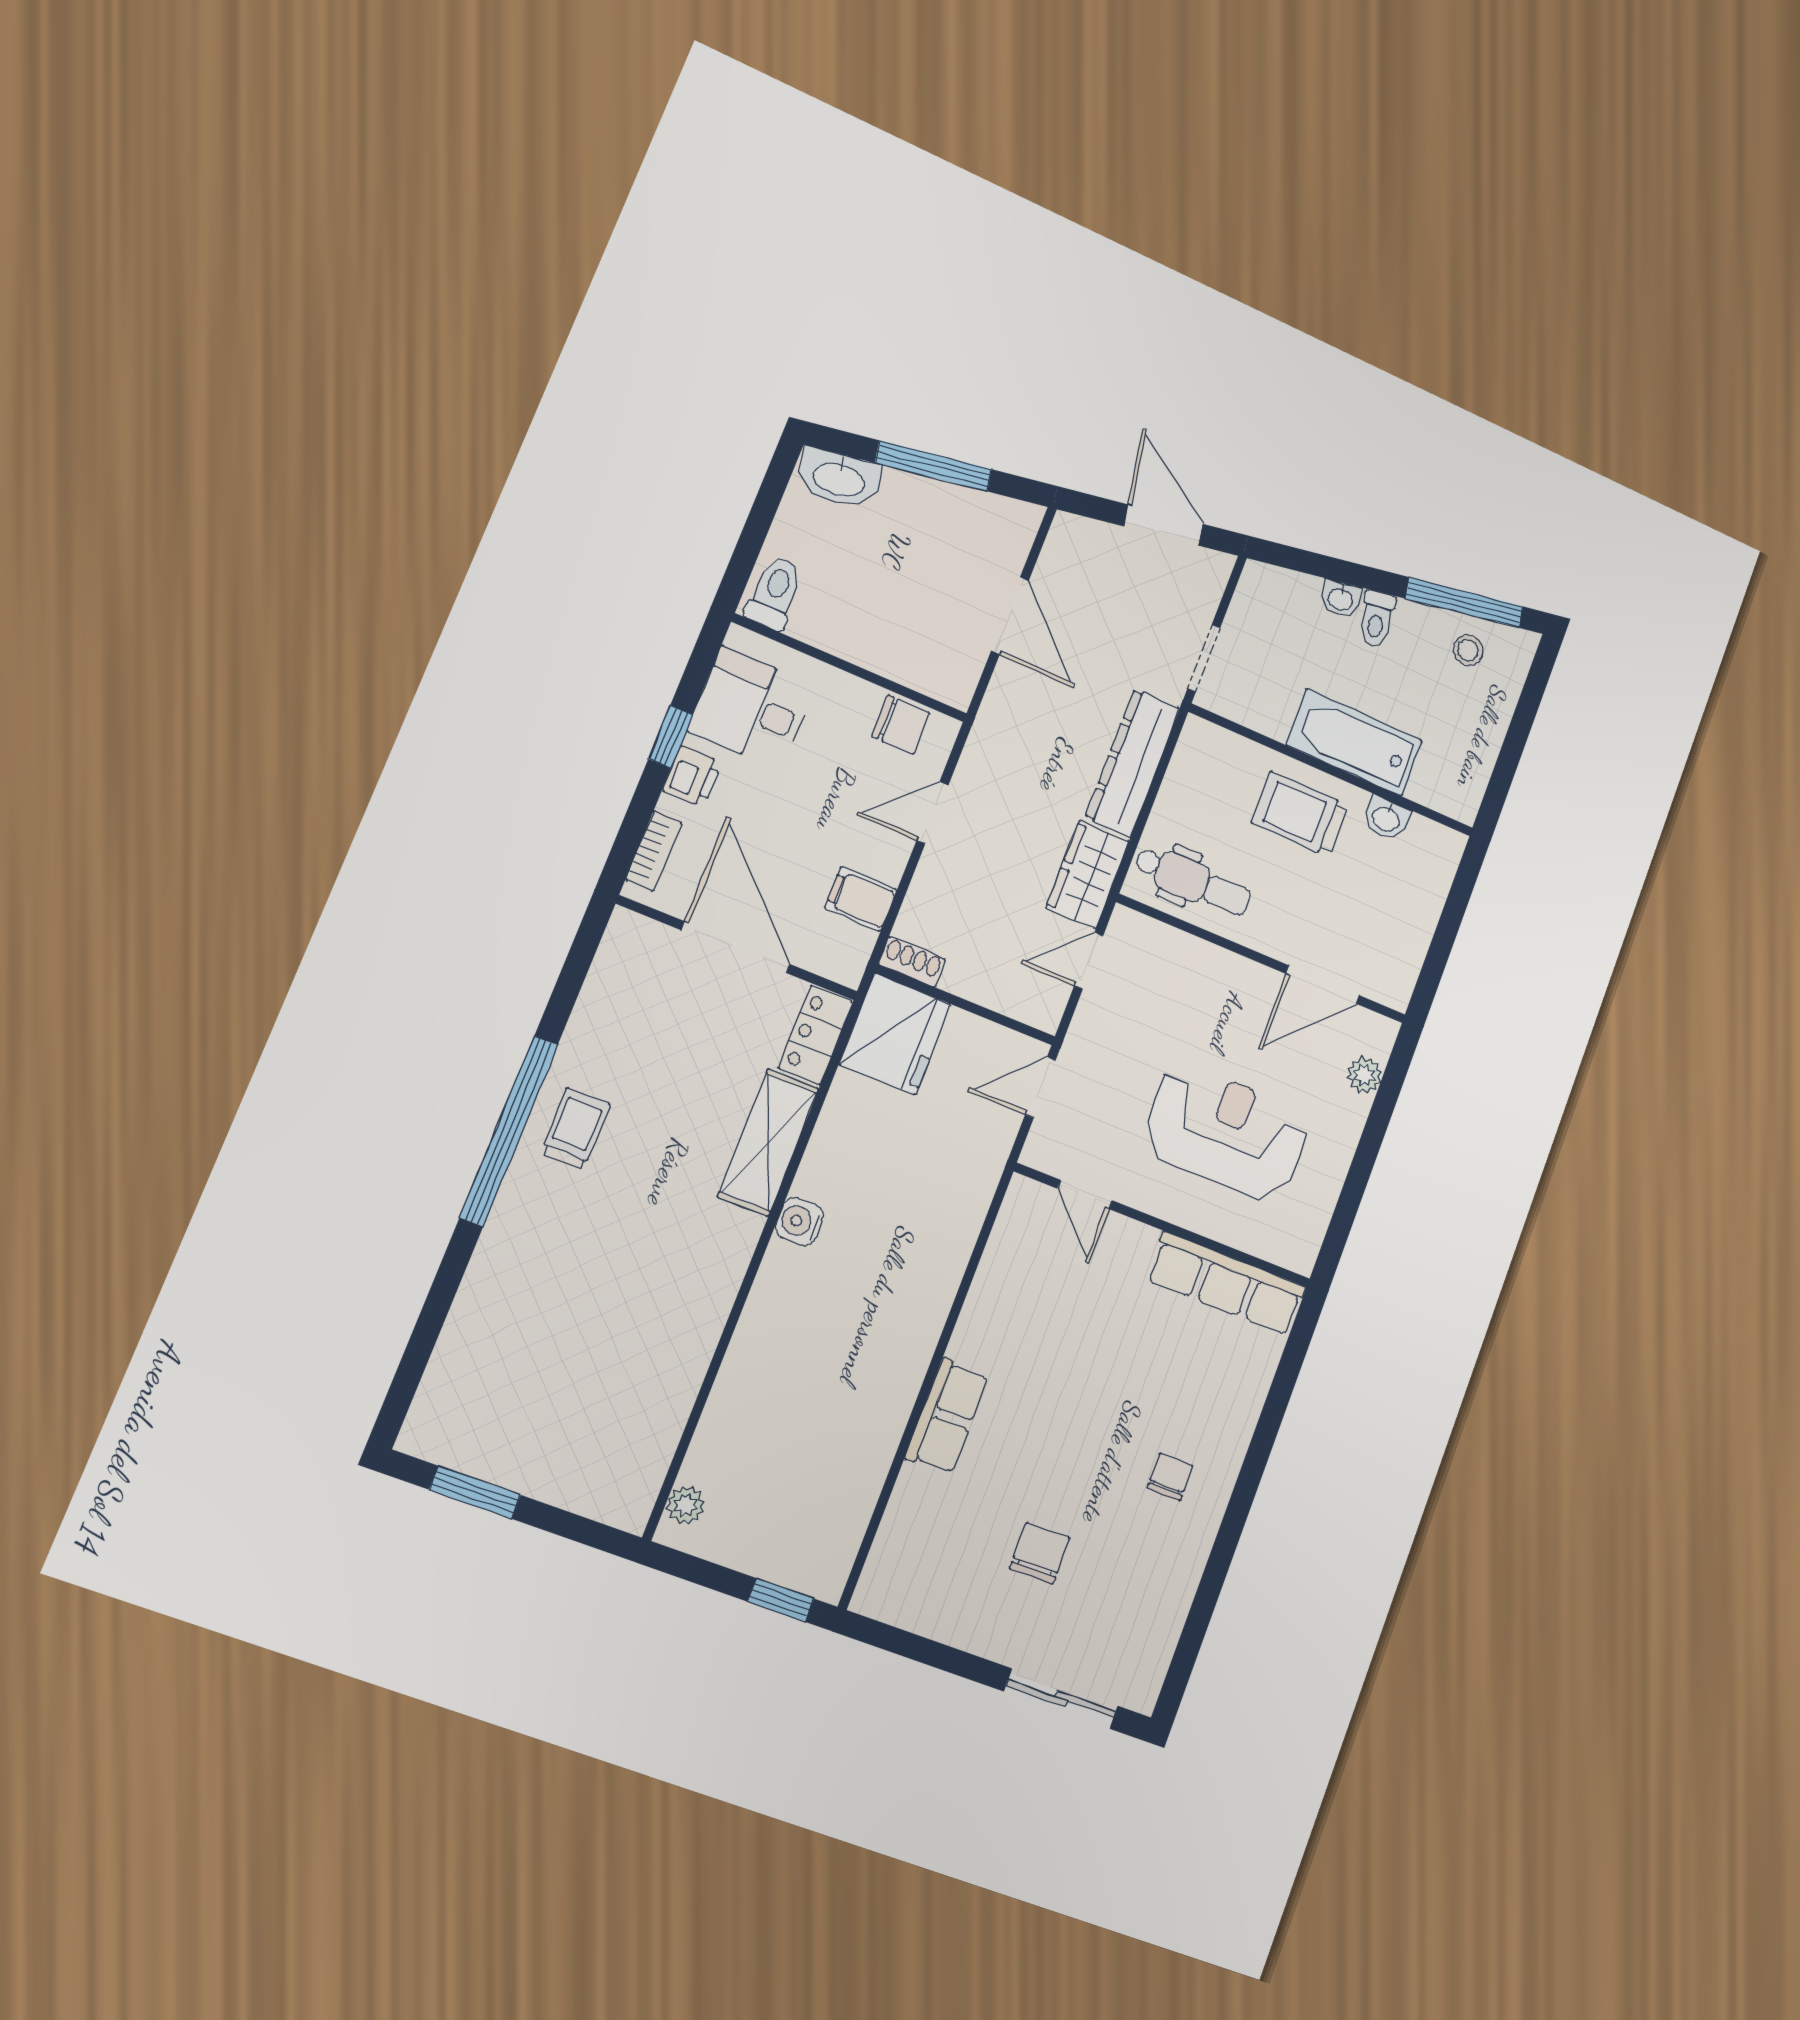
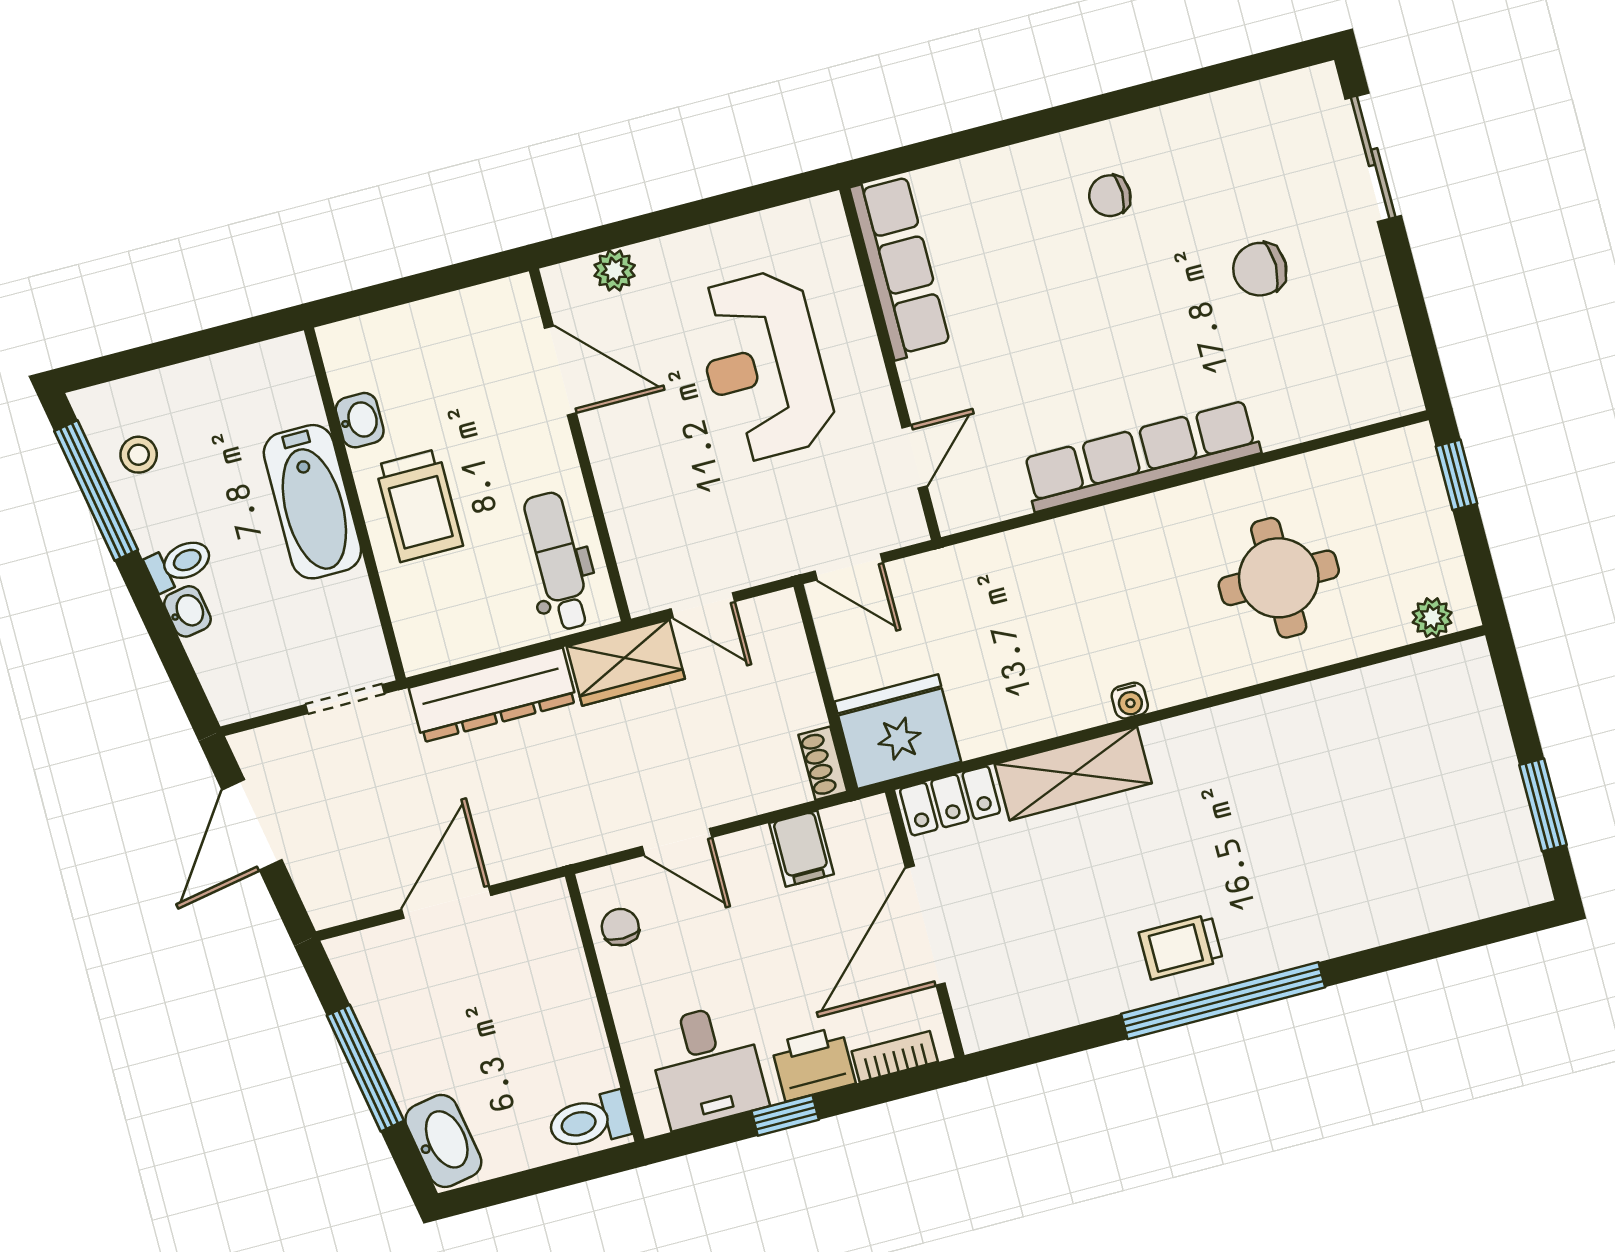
chair: (901, 725) -> (620, 927), width x0.73, depth x0.73
printer: (692, 776) -> (813, 1064), width x1.36, depth x1.24
water cooler: (799, 1222) -> (1130, 701), width x0.72, depth x0.72
round table: (802, 1406) -> (1279, 578), added
row of seats: (947, 1416) -> (1141, 456), width x2.02

